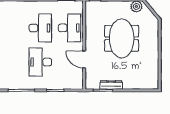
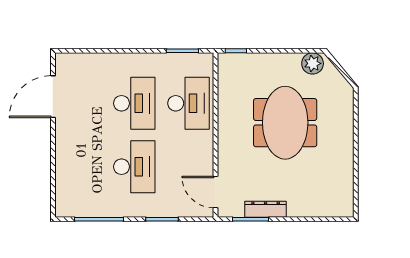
door: (84, 60) -> (216, 192), moved
desk: (40, 62) -> (134, 167), turned 180

